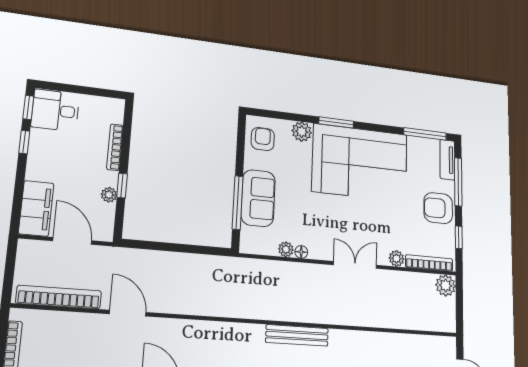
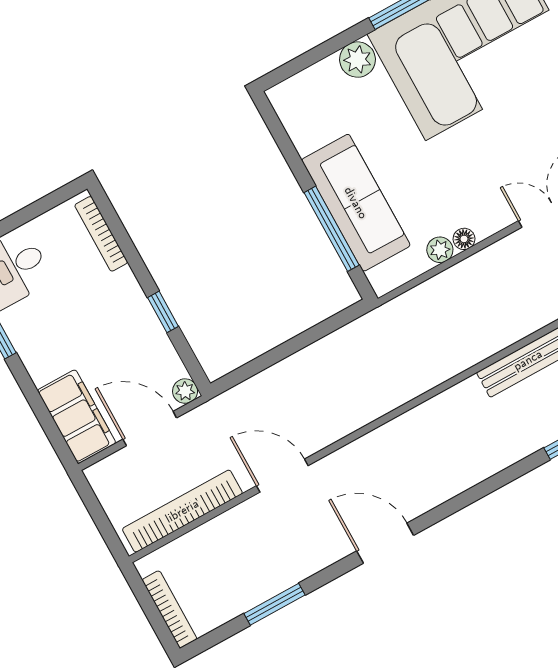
armchair: (263, 139) -> (309, 111), removed
bookcase: (115, 147) -> (101, 234), moved
plant: (109, 195) -> (185, 391), moved
sofa: (258, 198) -> (356, 203), width x1.36

